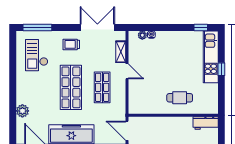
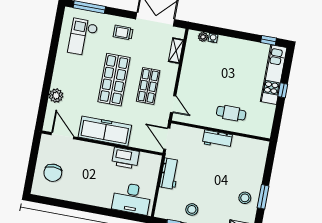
door: (127, 71) -> (173, 104), moved
workbench: (206, 123) -> (217, 139), moved

